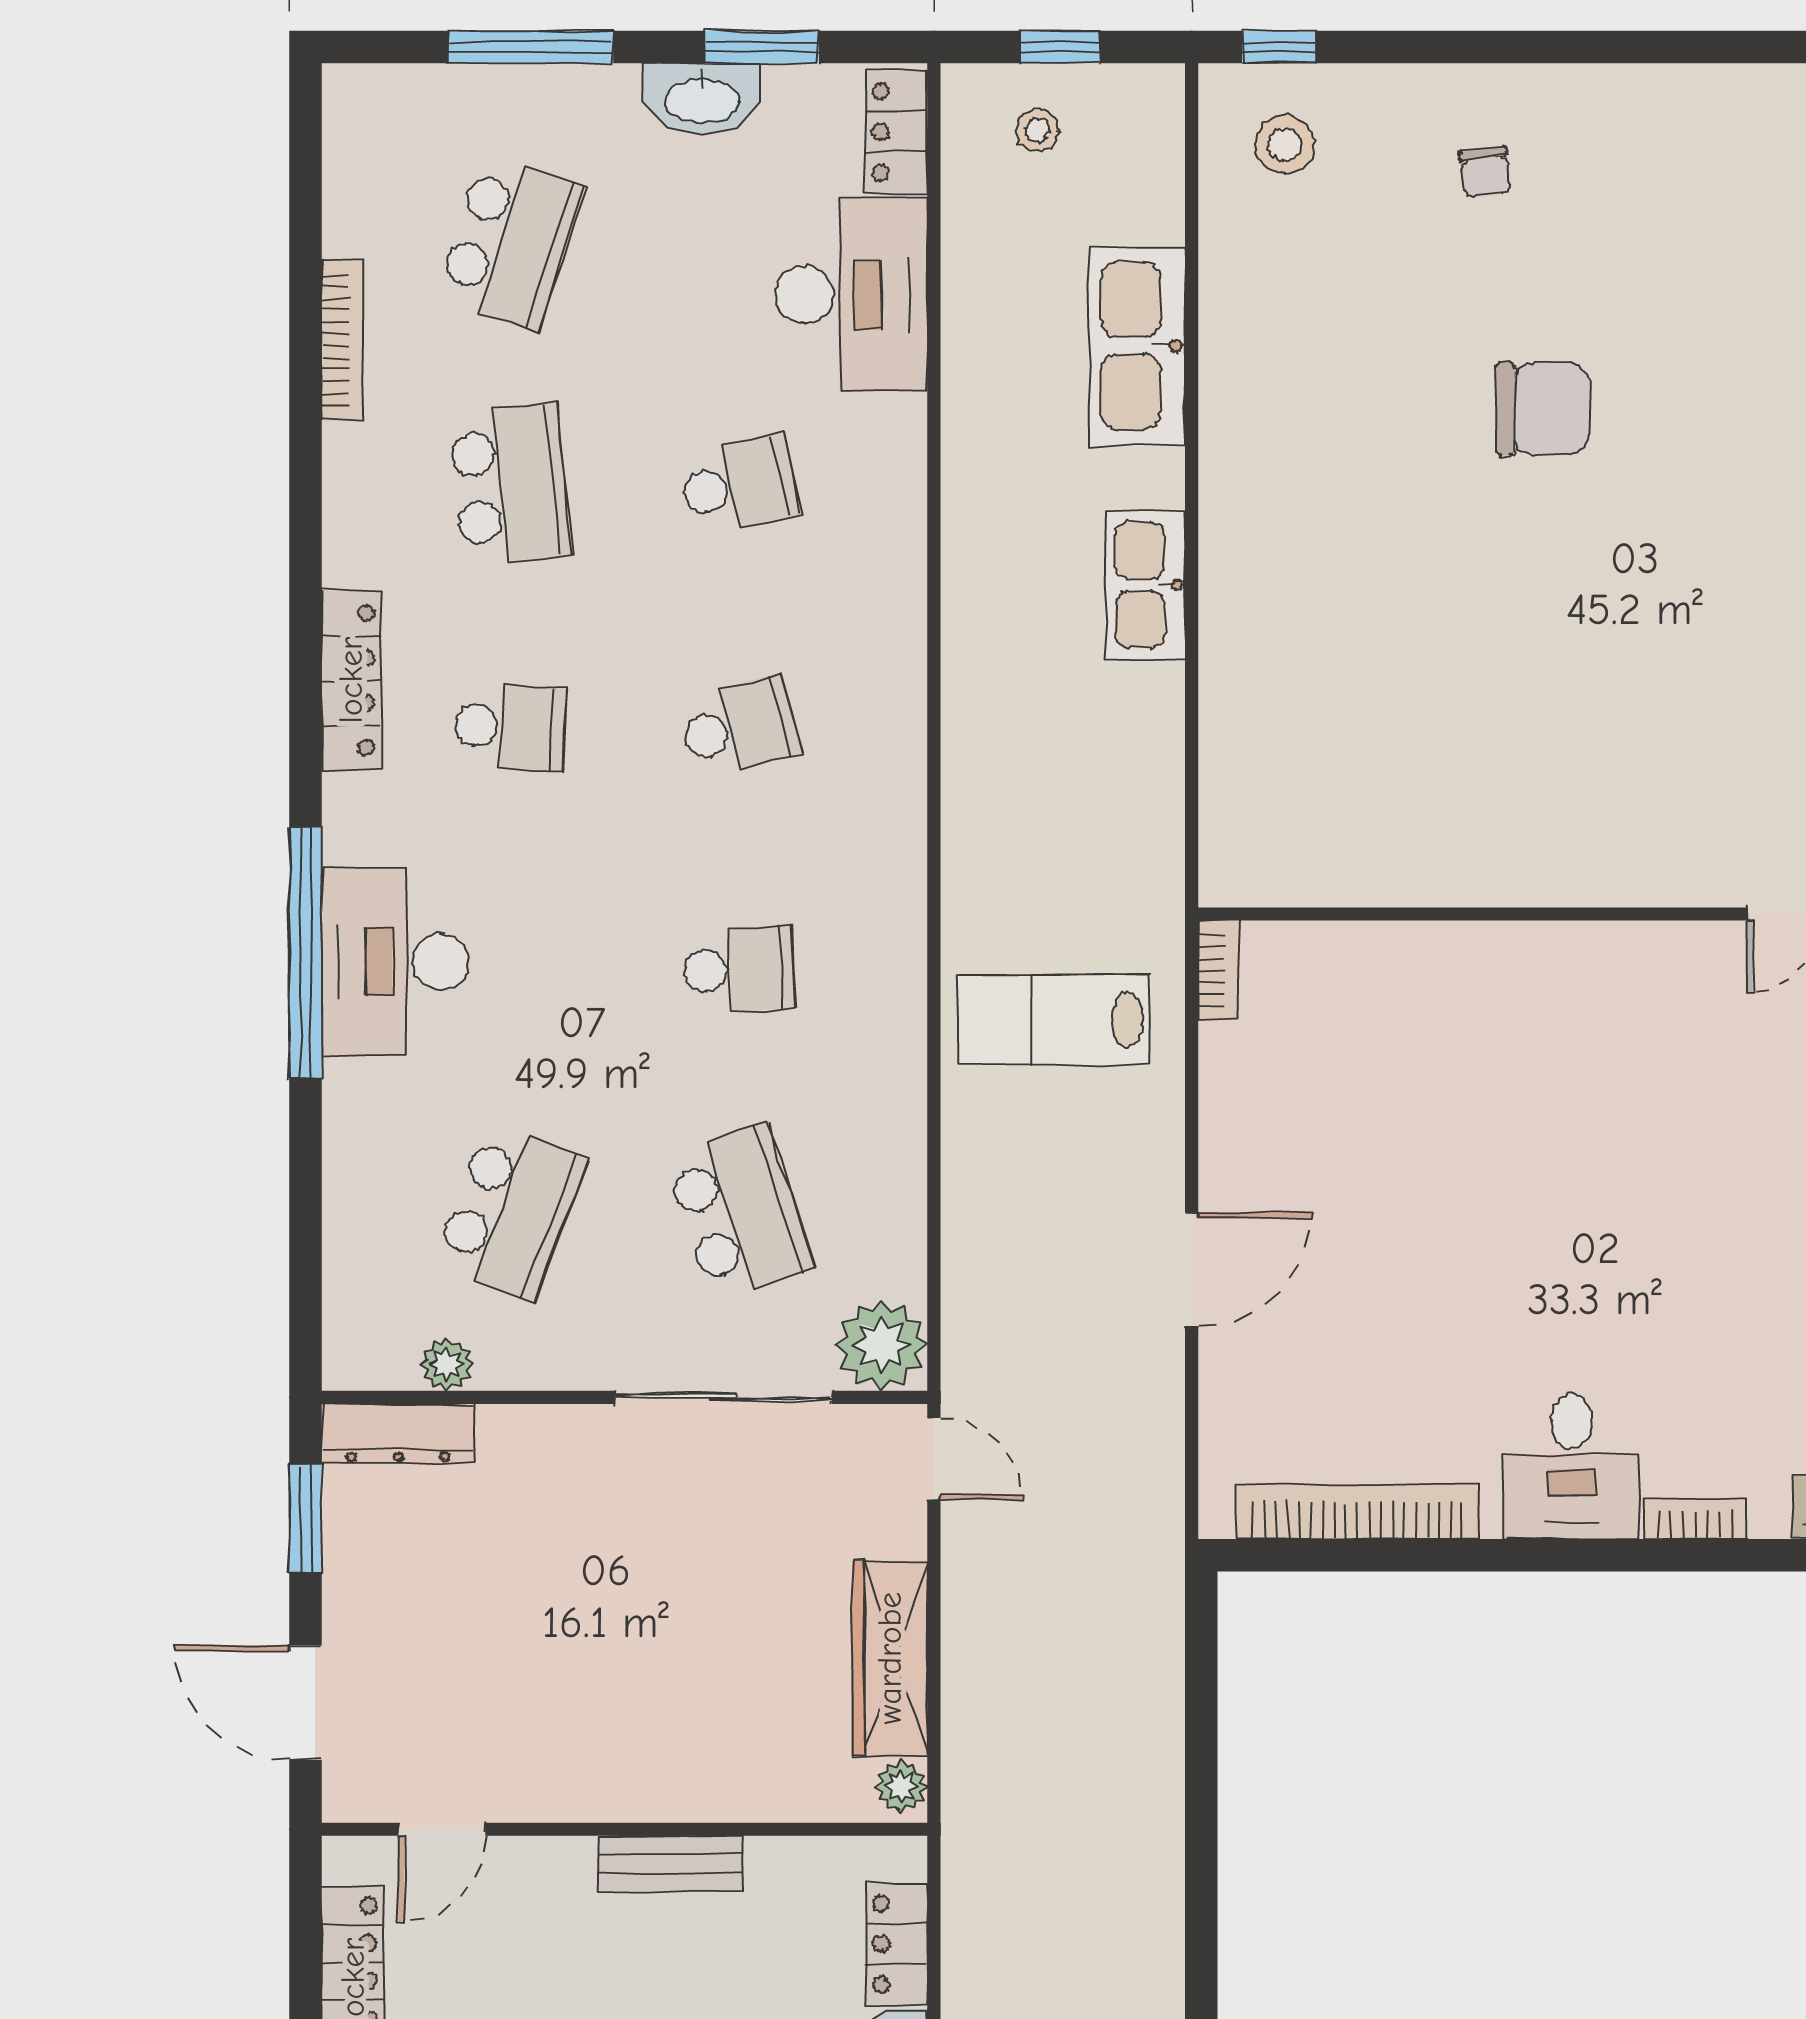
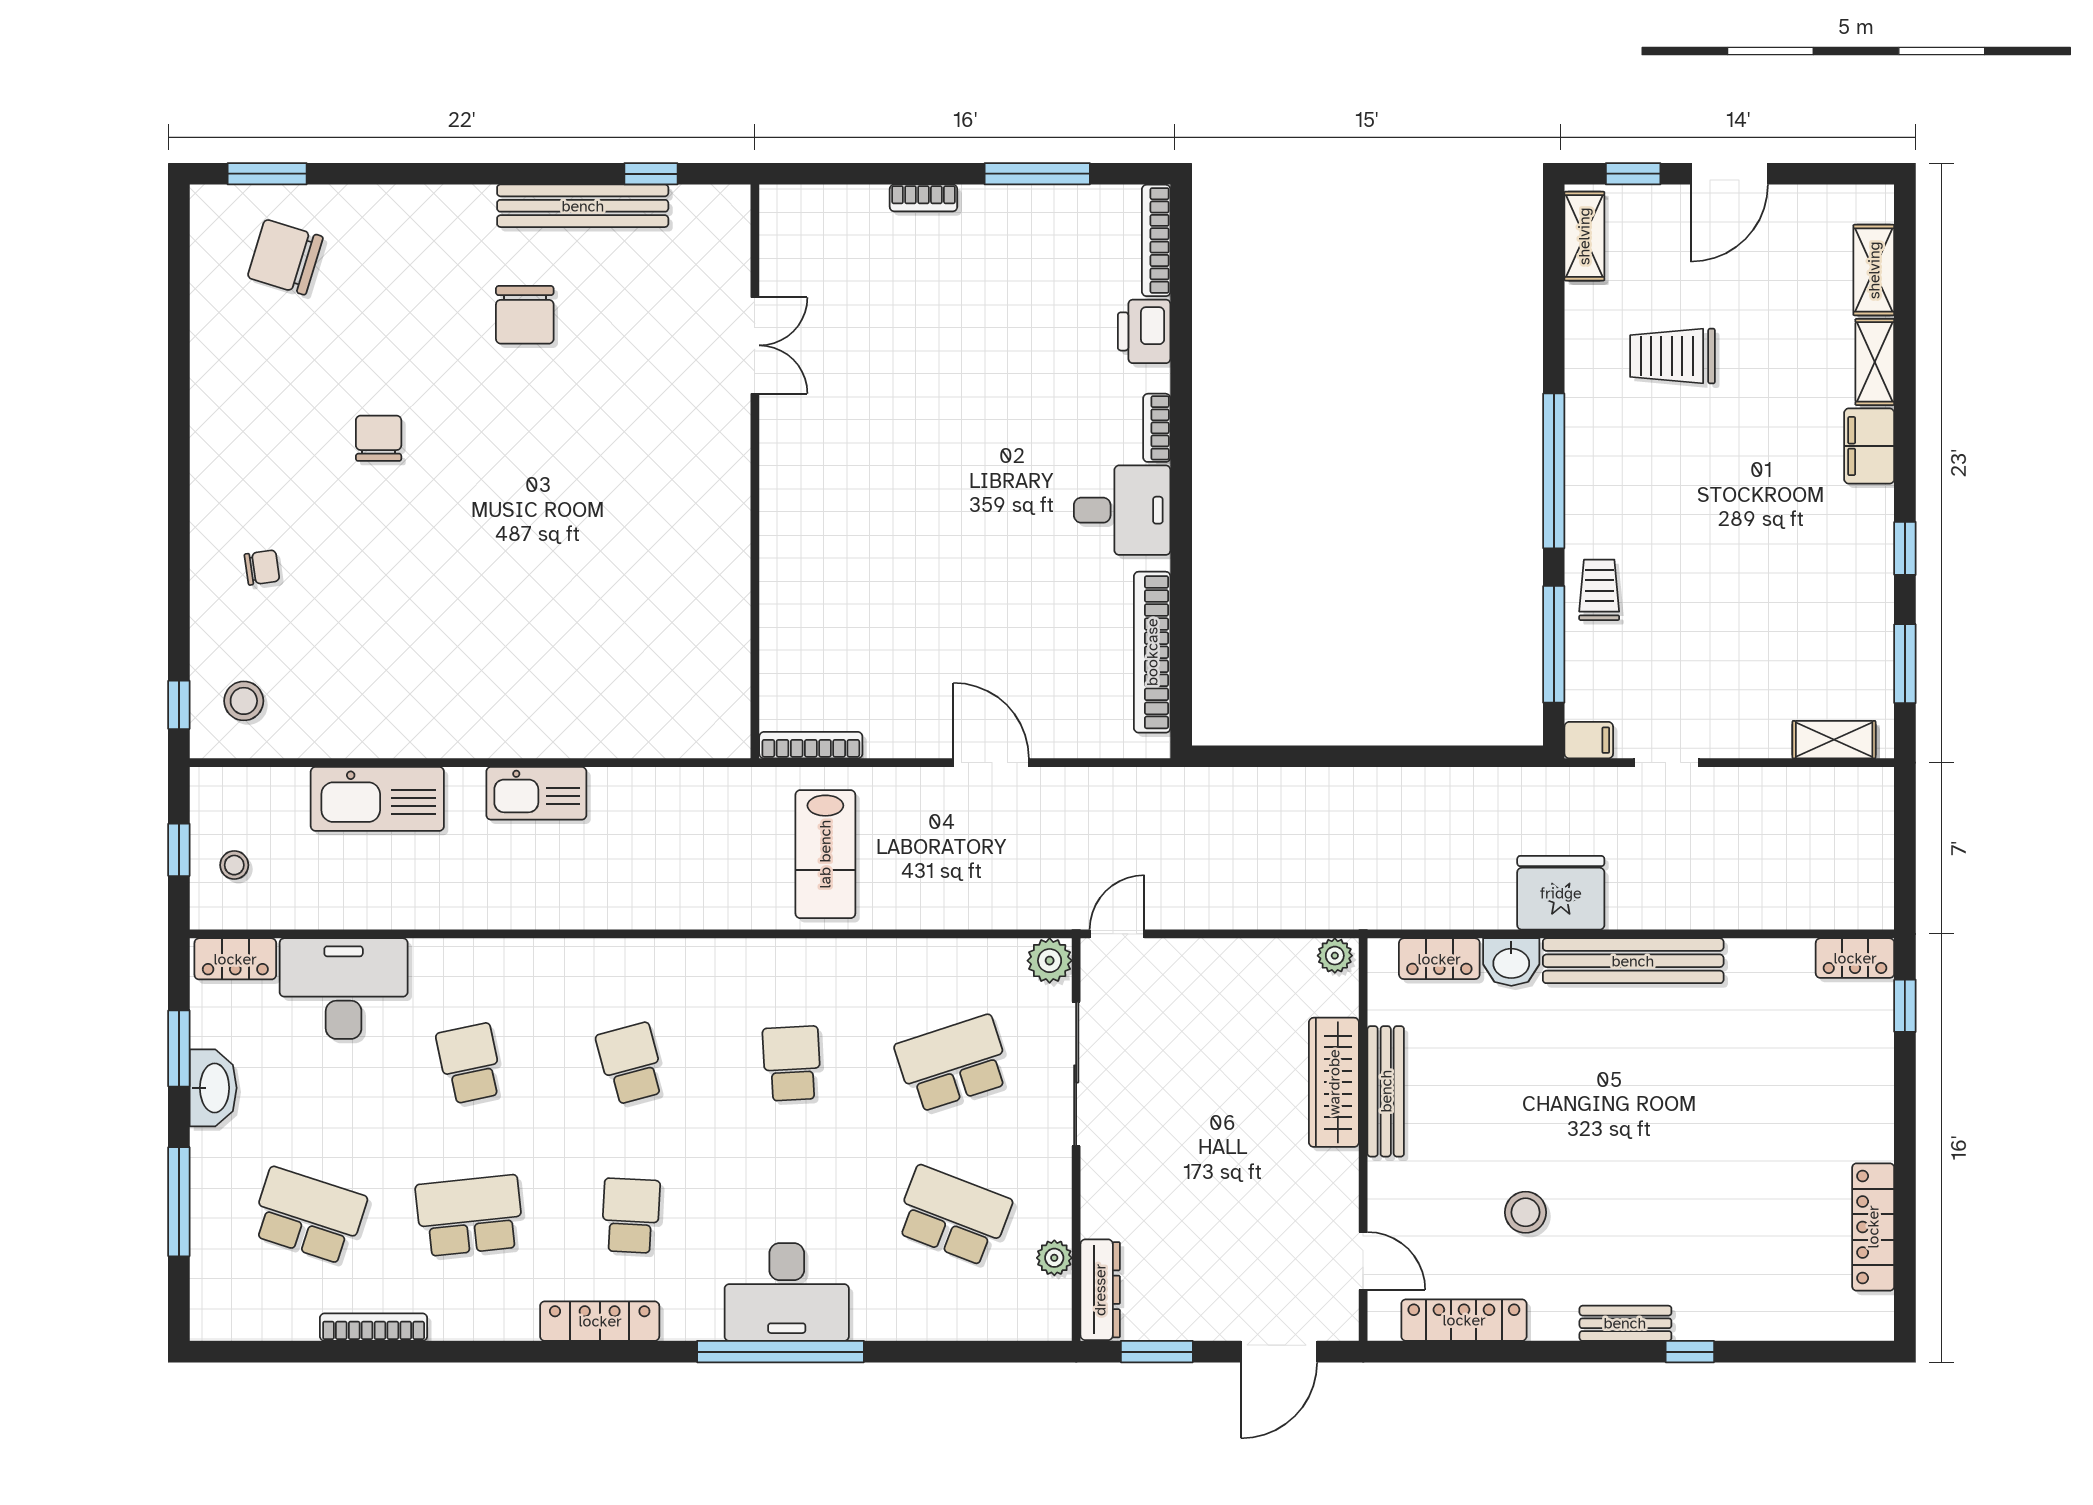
chair: (1542, 409) -> (379, 438), moved, width x0.73, depth x0.73
bookcase: (1218, 970) -> (811, 745), width x1.56
plant: (882, 1345) -> (1050, 961), width x0.73, depth x0.73
wardrobe: (890, 1658) -> (1334, 1082), moved, turned 90
bench: (671, 1863) -> (1386, 1091), width x1.36

